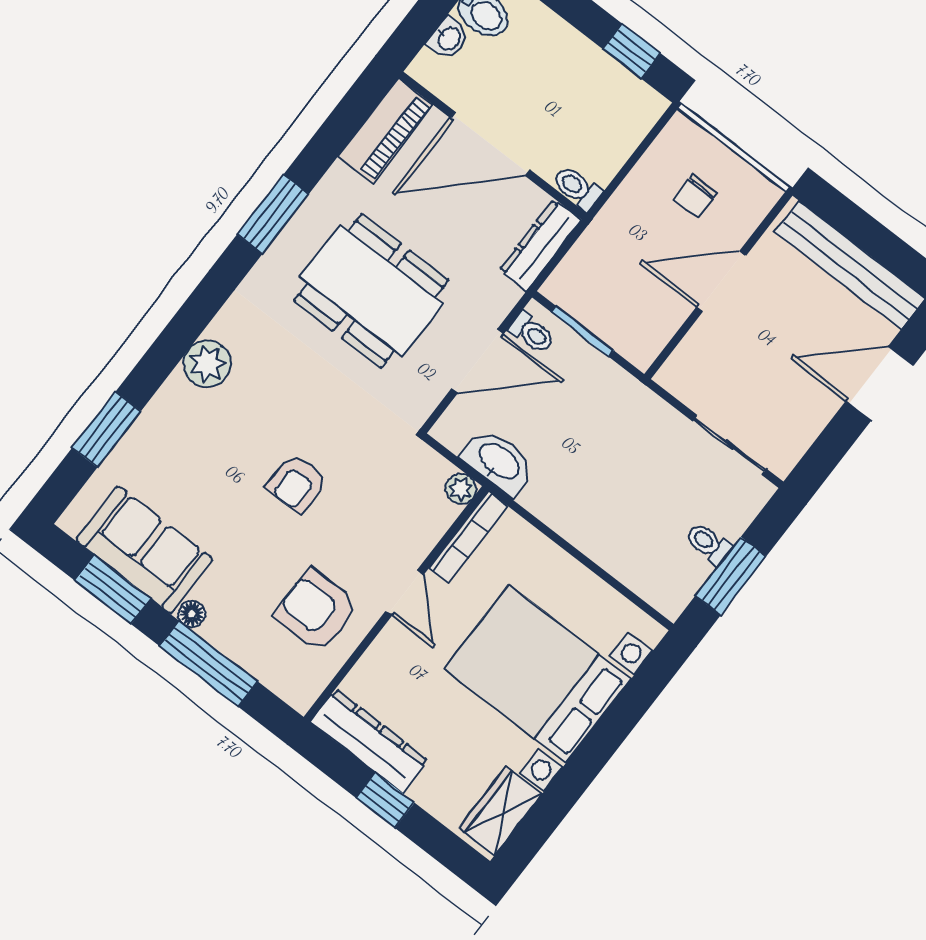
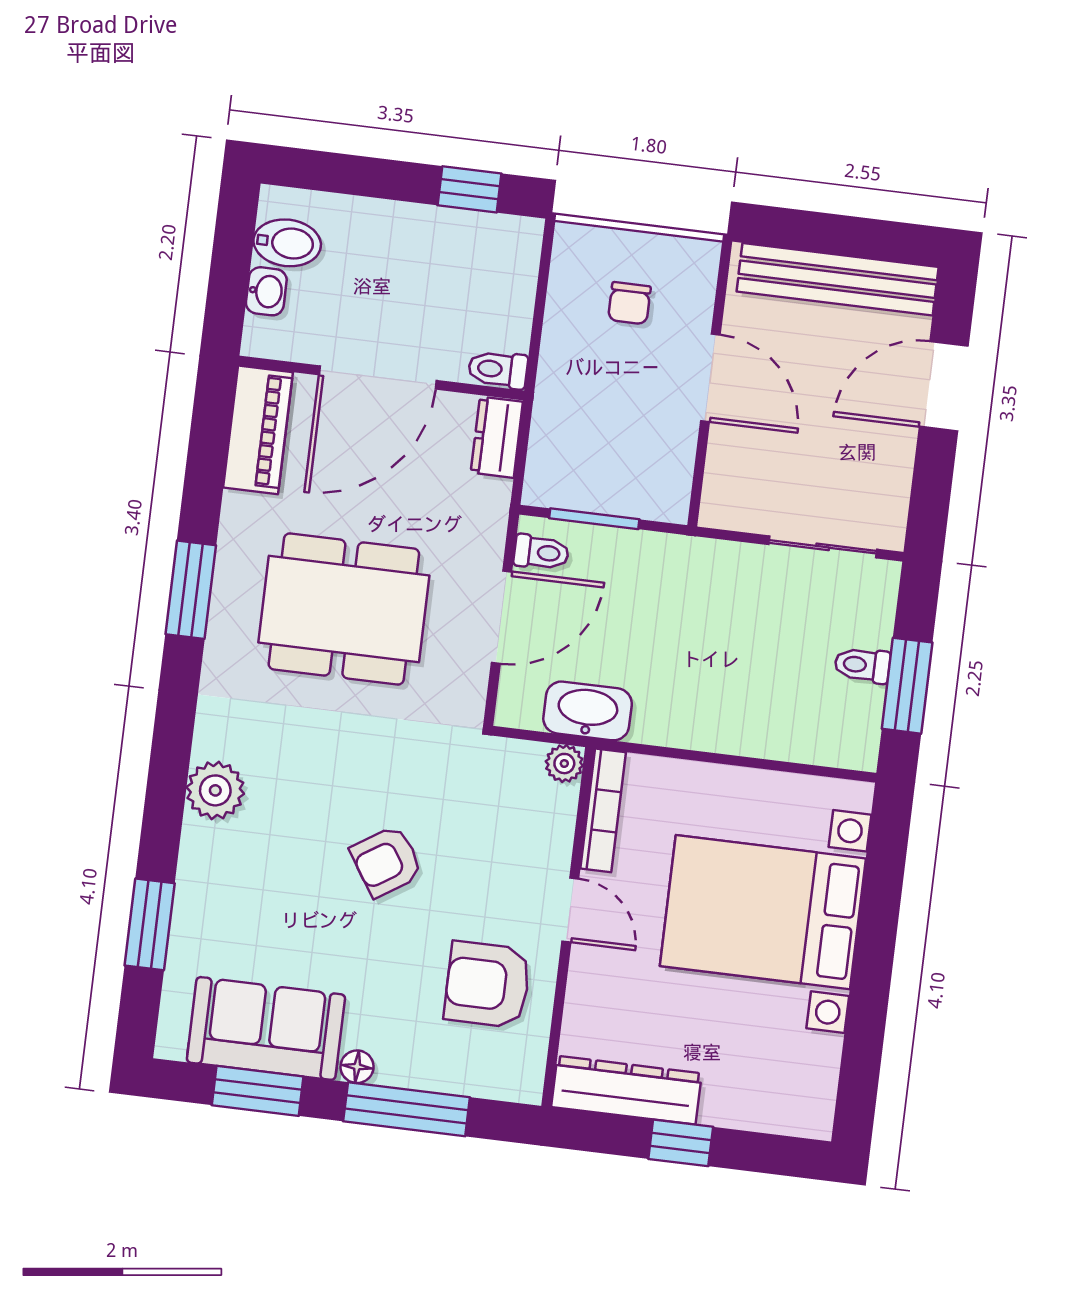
dresser: (540, 245) -> (497, 437), width x0.70
door: (721, 281) -> (710, 378), swing flipped
armchair: (297, 483) -> (386, 861), turned 57
wardrobe: (500, 811) -> (810, 1081), removed

